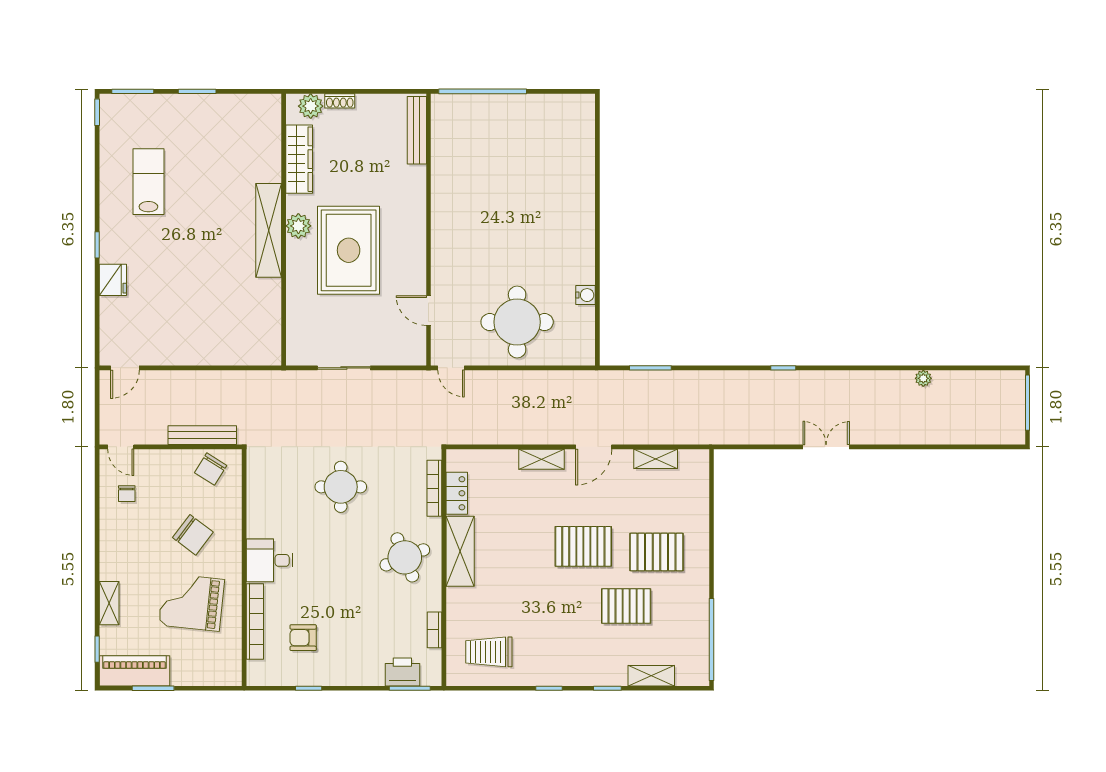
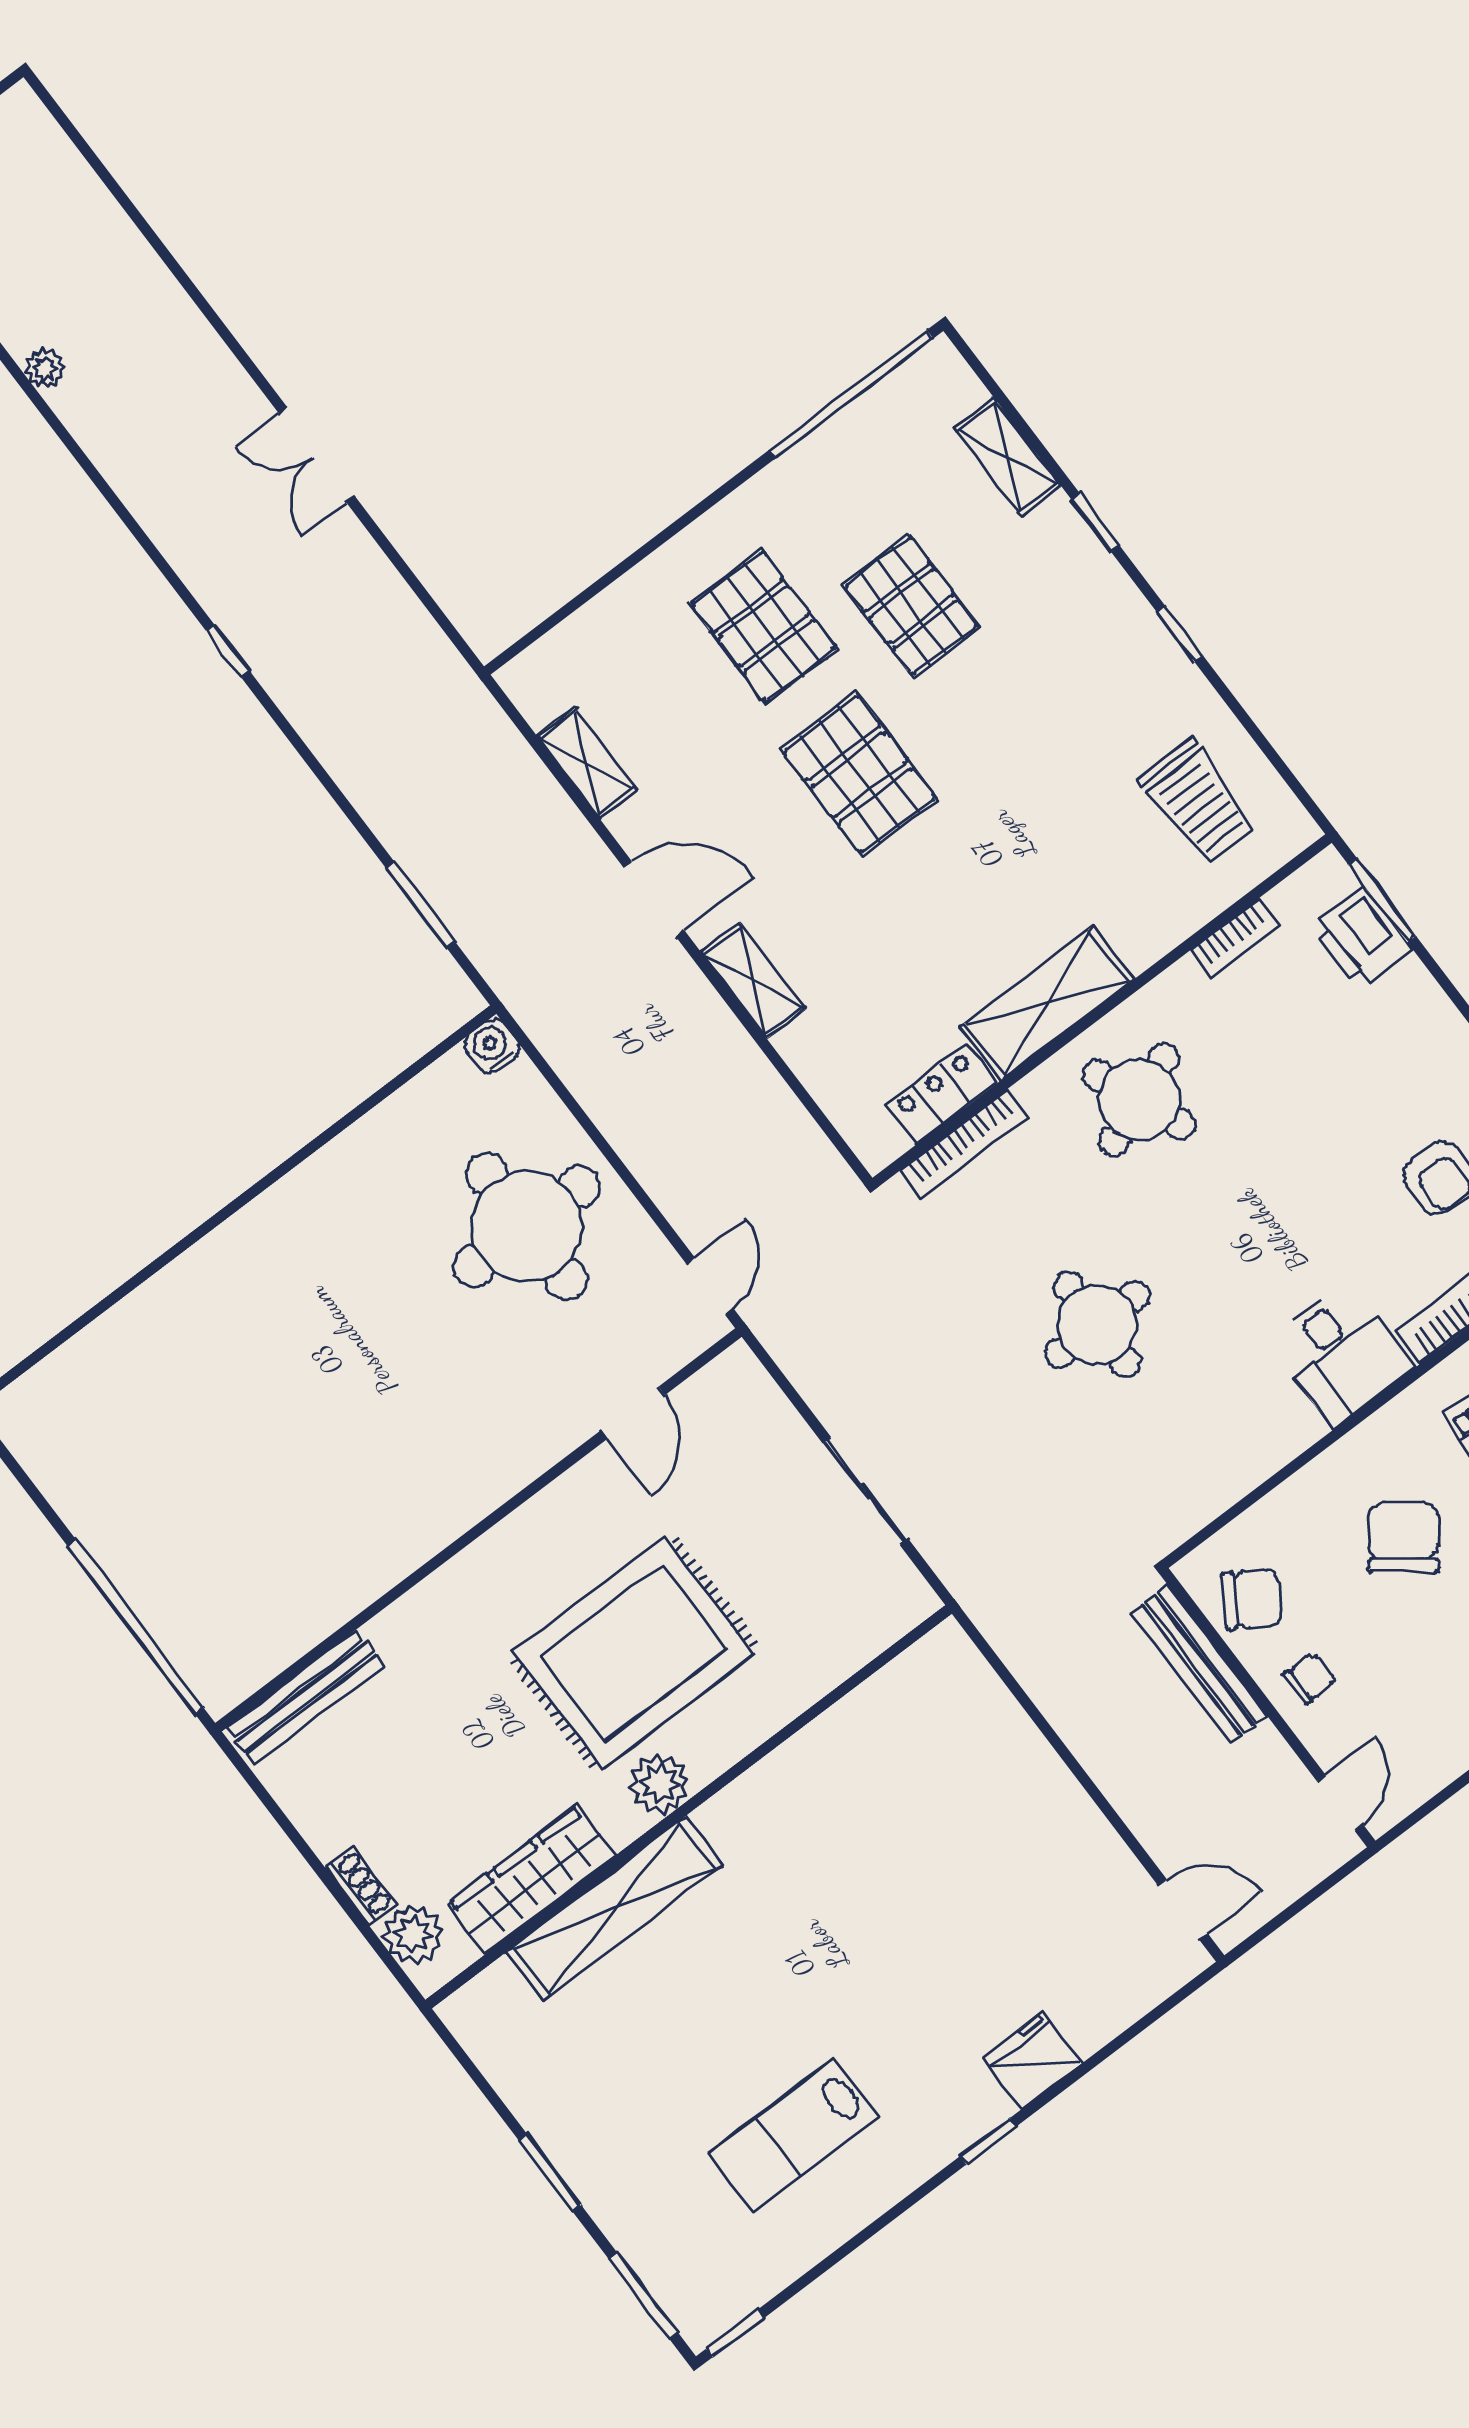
shelving: (269, 230) -> (614, 1908), moved
water cooler: (586, 295) -> (492, 1046), moved
chair: (127, 494) -> (1310, 1678), moved

